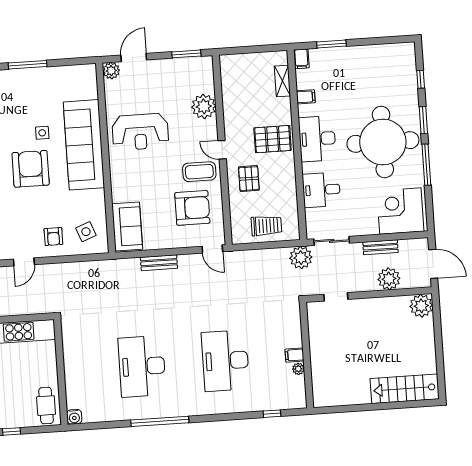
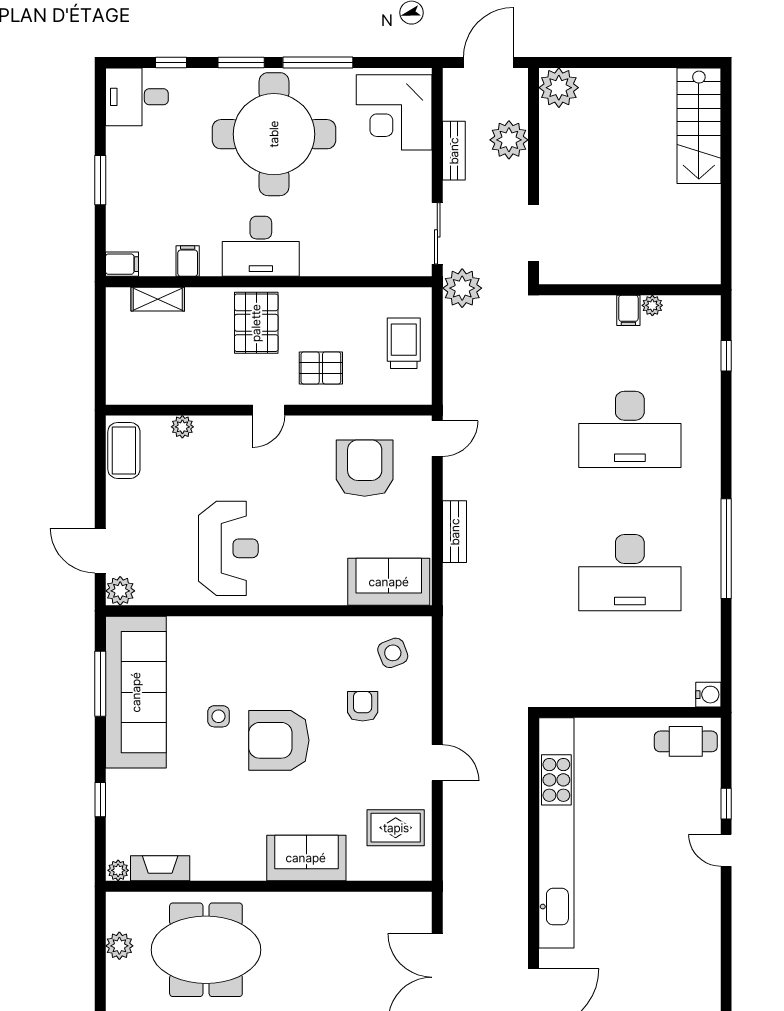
window: (331, 44) -> (100, 180), moved
window: (186, 54) -> (100, 460), removed
window: (28, 65) -> (100, 684), moved
plant: (204, 106) -> (182, 427), width x0.53, depth x0.53
sofa: (84, 145) -> (136, 692), moved, turned -90
coffee table: (199, 172) -> (124, 450), moved
desk: (321, 190) -> (137, 97), moved, turned 90
armchair: (53, 236) -> (363, 706), moved, turned -90
doorway: (336, 297) -> (534, 233), width x1.38

